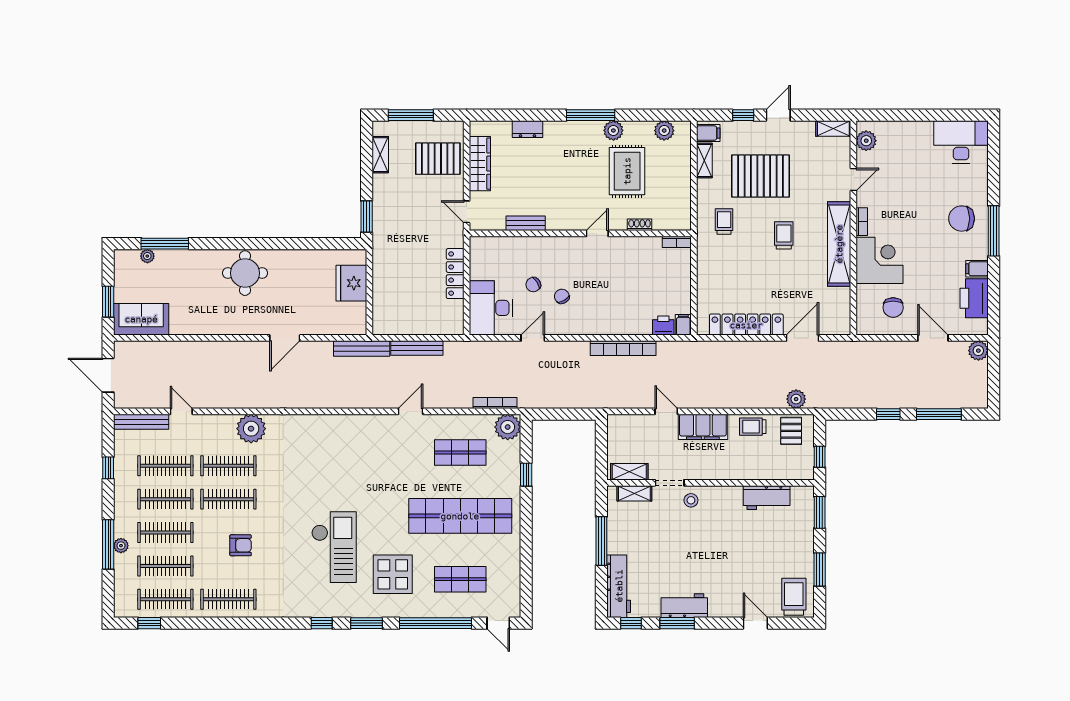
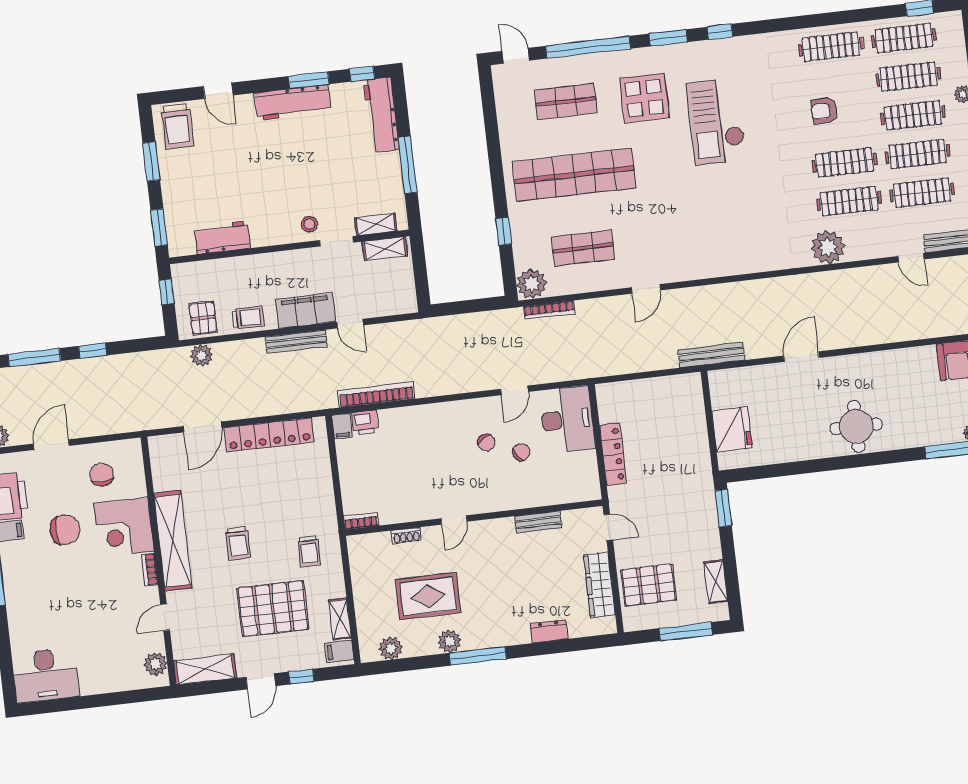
shelving: (833, 128) -> (205, 669), width x1.50, depth x1.33
rug: (627, 171) -> (428, 596), turned 90
chair: (962, 219) -> (65, 530), moved
door: (933, 338) -> (51, 445), swing flipped
bench: (417, 348) -> (296, 342), moved
bookcase: (623, 348) -> (376, 395), moved
workbench: (684, 606) -> (293, 102), width x1.38

